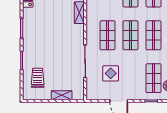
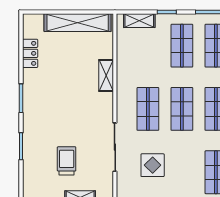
trolley: (38, 78) -> (67, 161), moved

